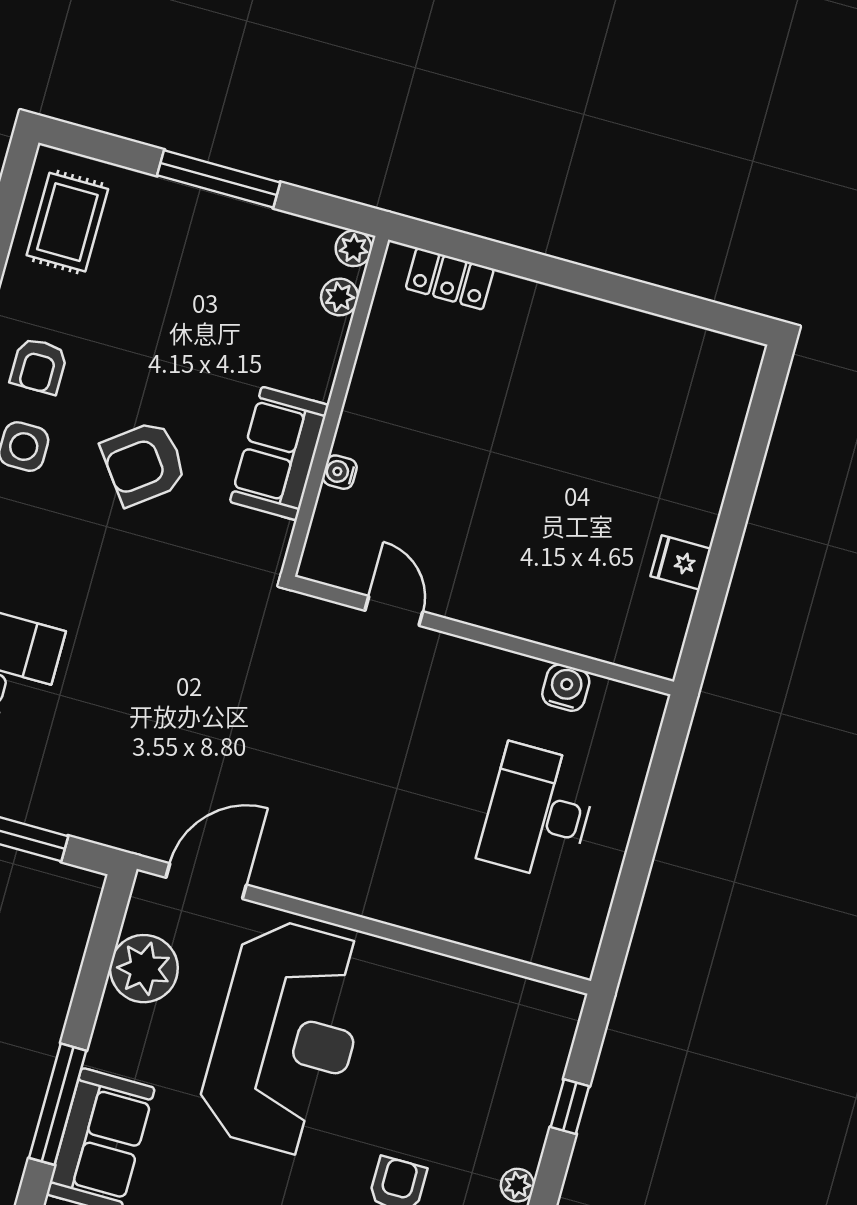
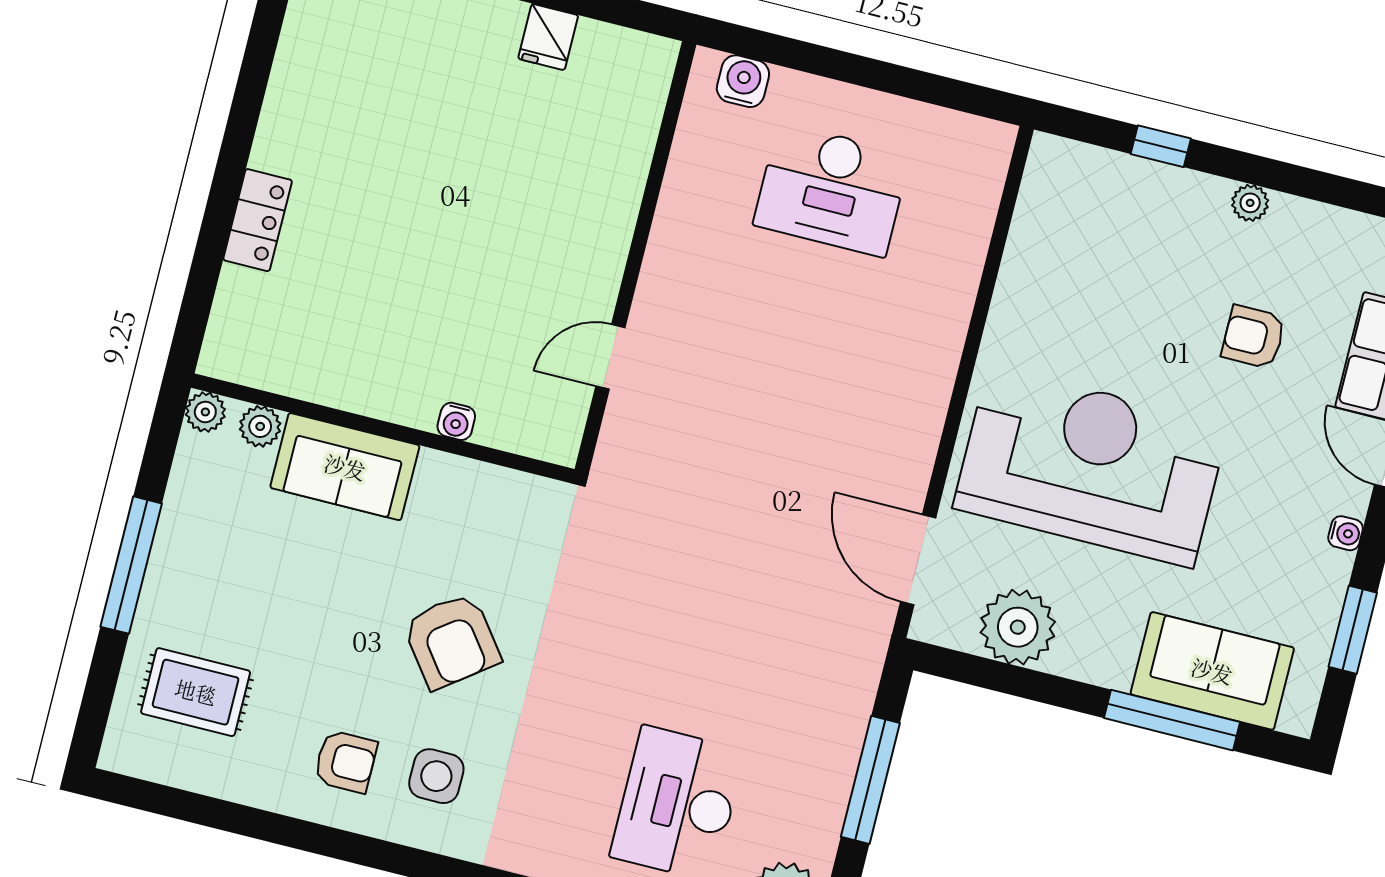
rug: (67, 222) -> (196, 692), moved
locker: (450, 279) -> (258, 220), moved
sofa: (279, 453) -> (345, 467), moved
water cooler: (566, 688) -> (743, 81), moved, turned 90

